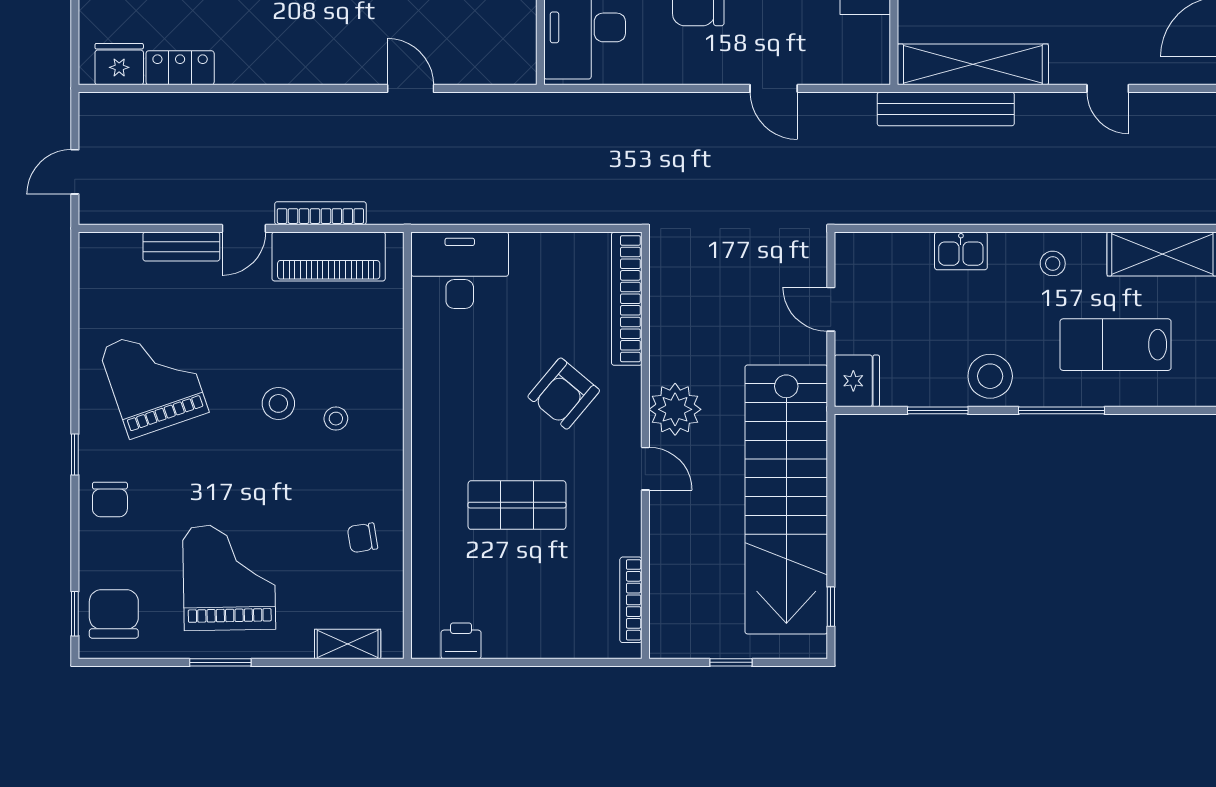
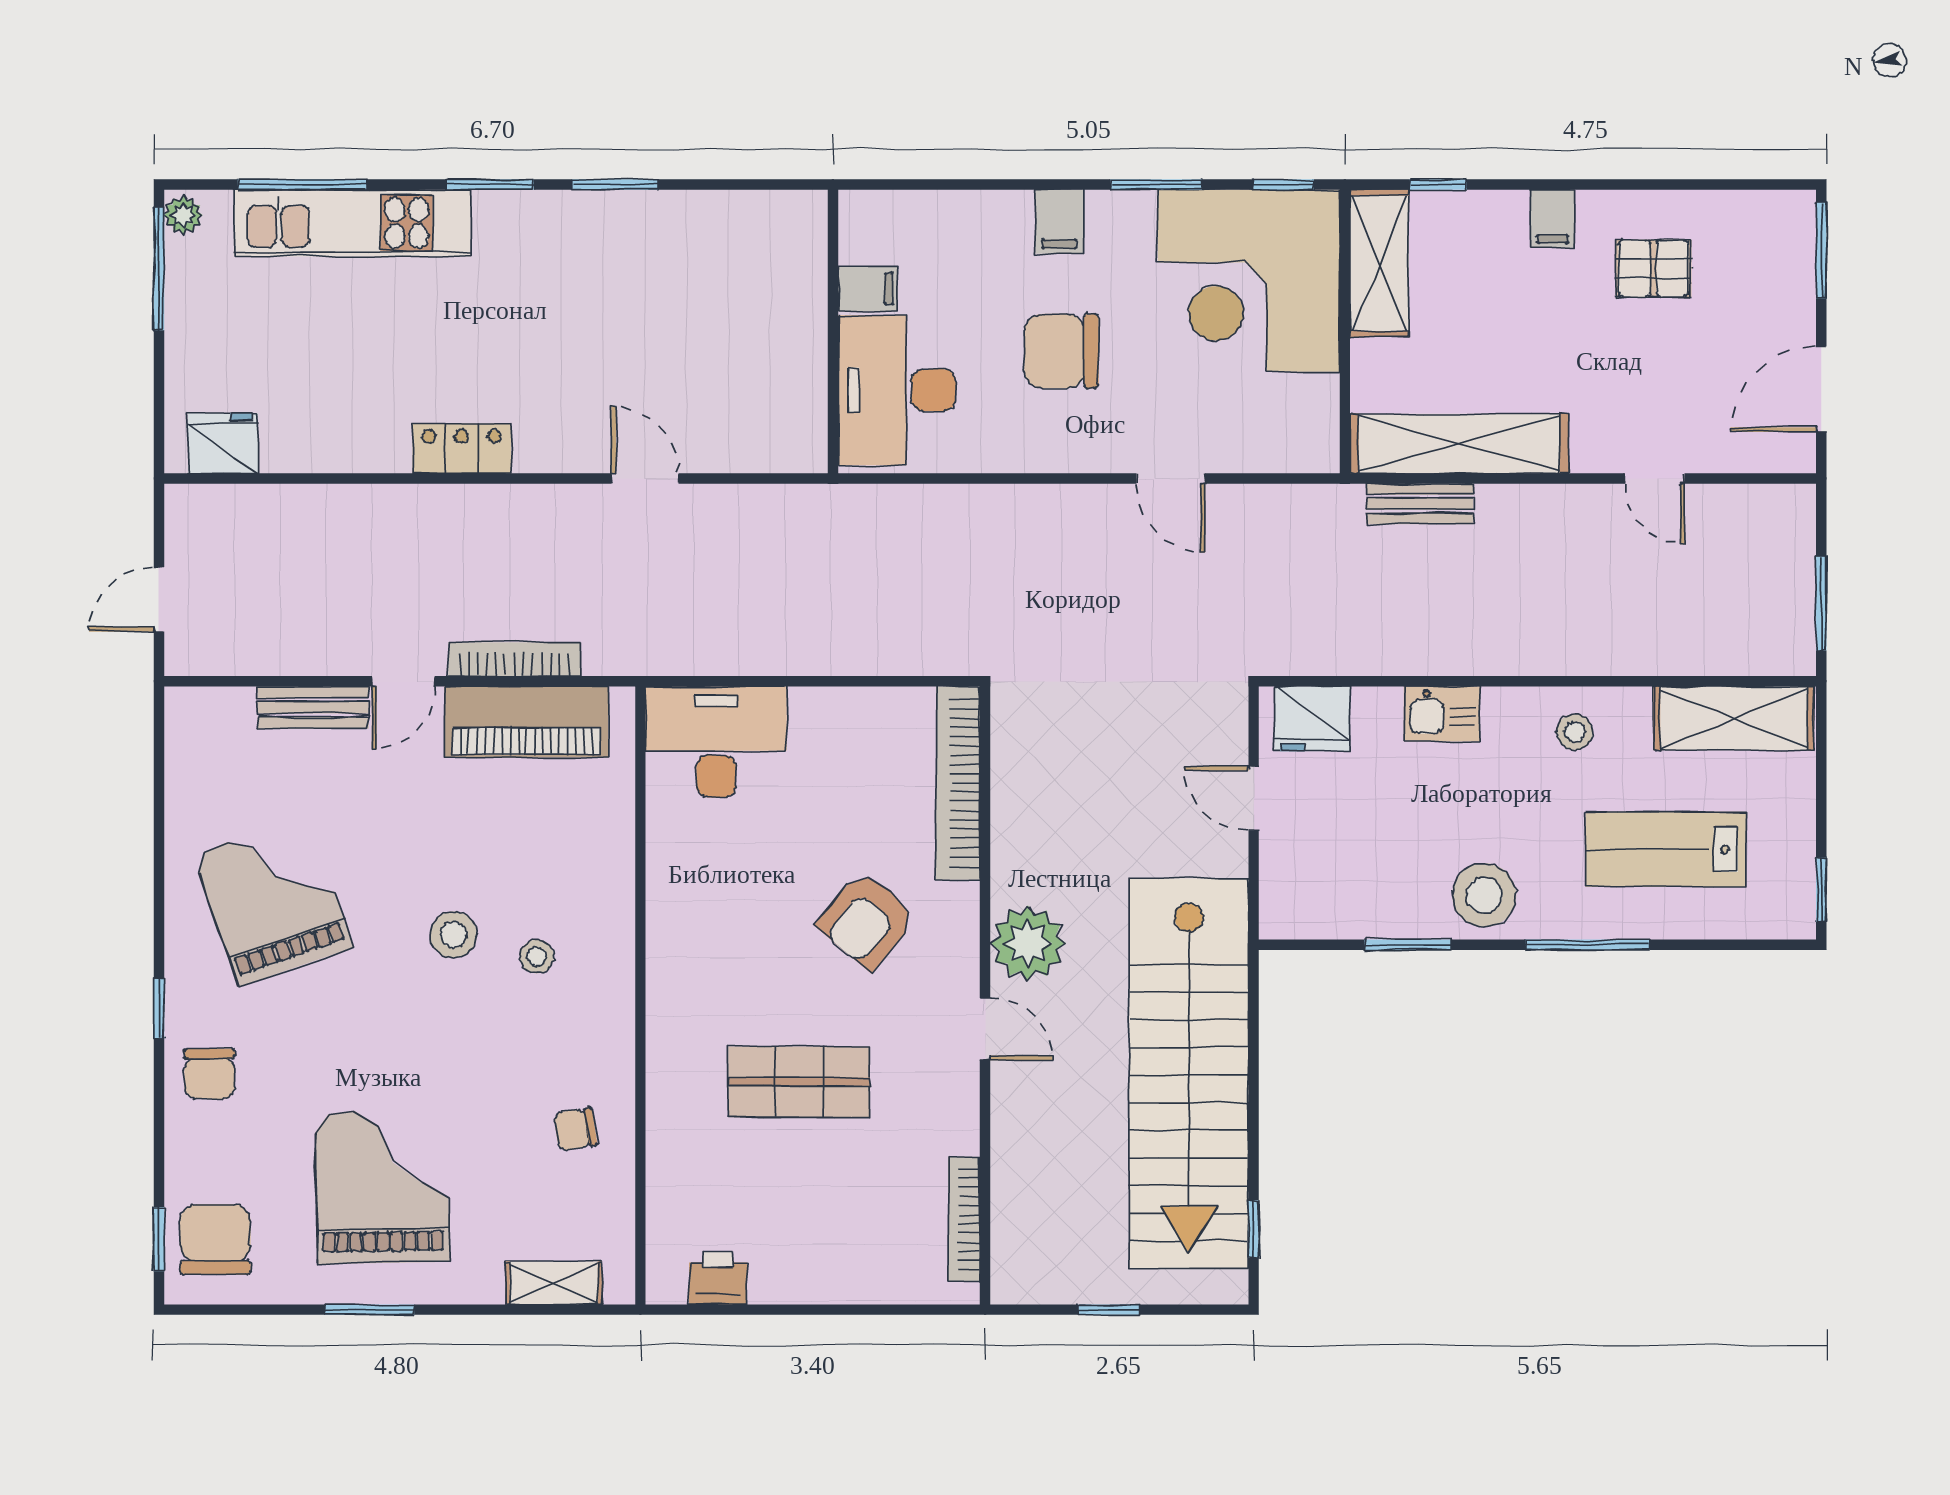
locker: (180, 68) -> (462, 449), moved
bench: (946, 109) -> (1420, 504), width x0.54, depth x0.82
fridge: (857, 381) -> (1312, 719), moved, turned 90

